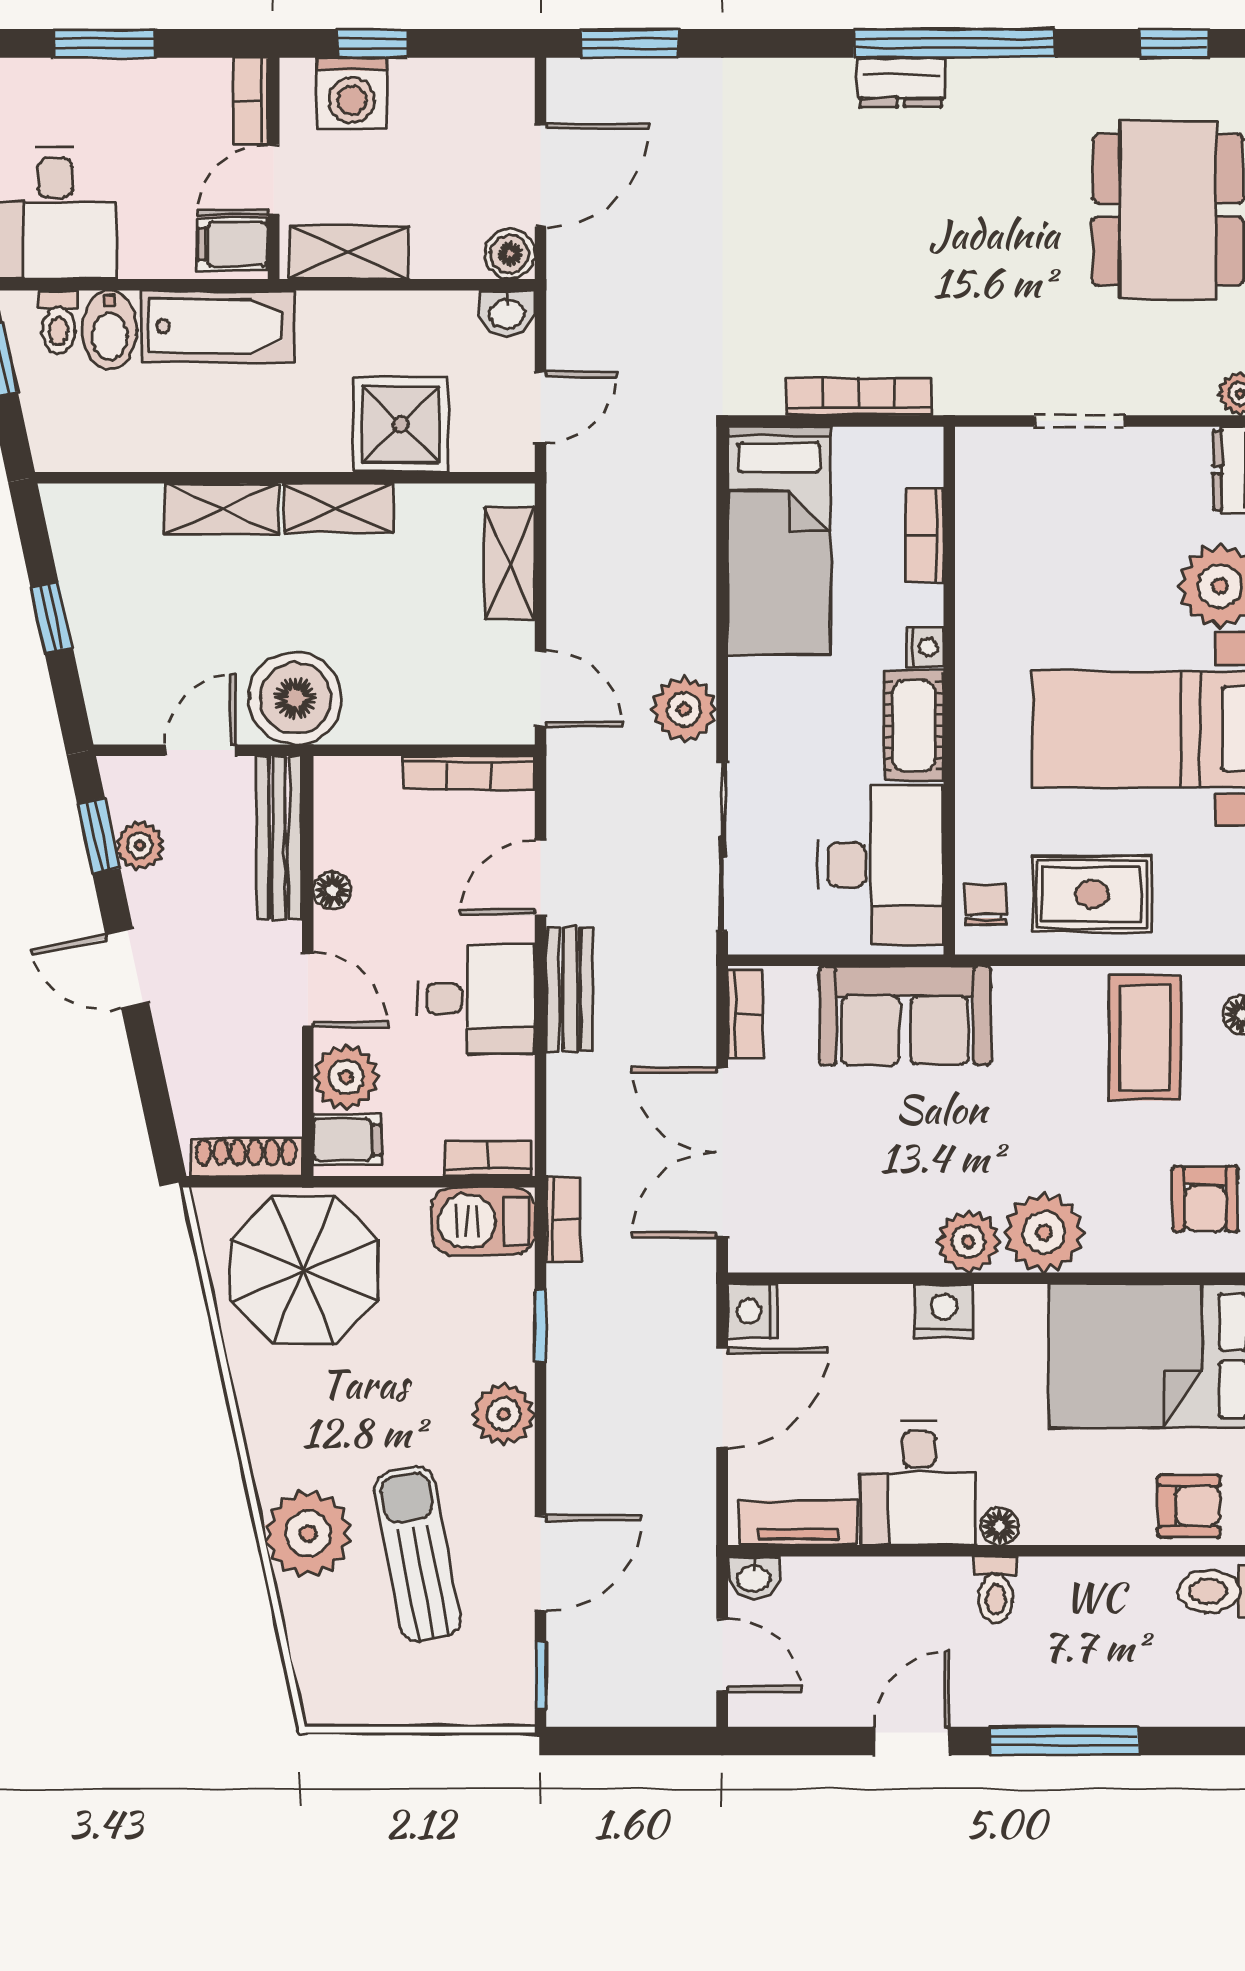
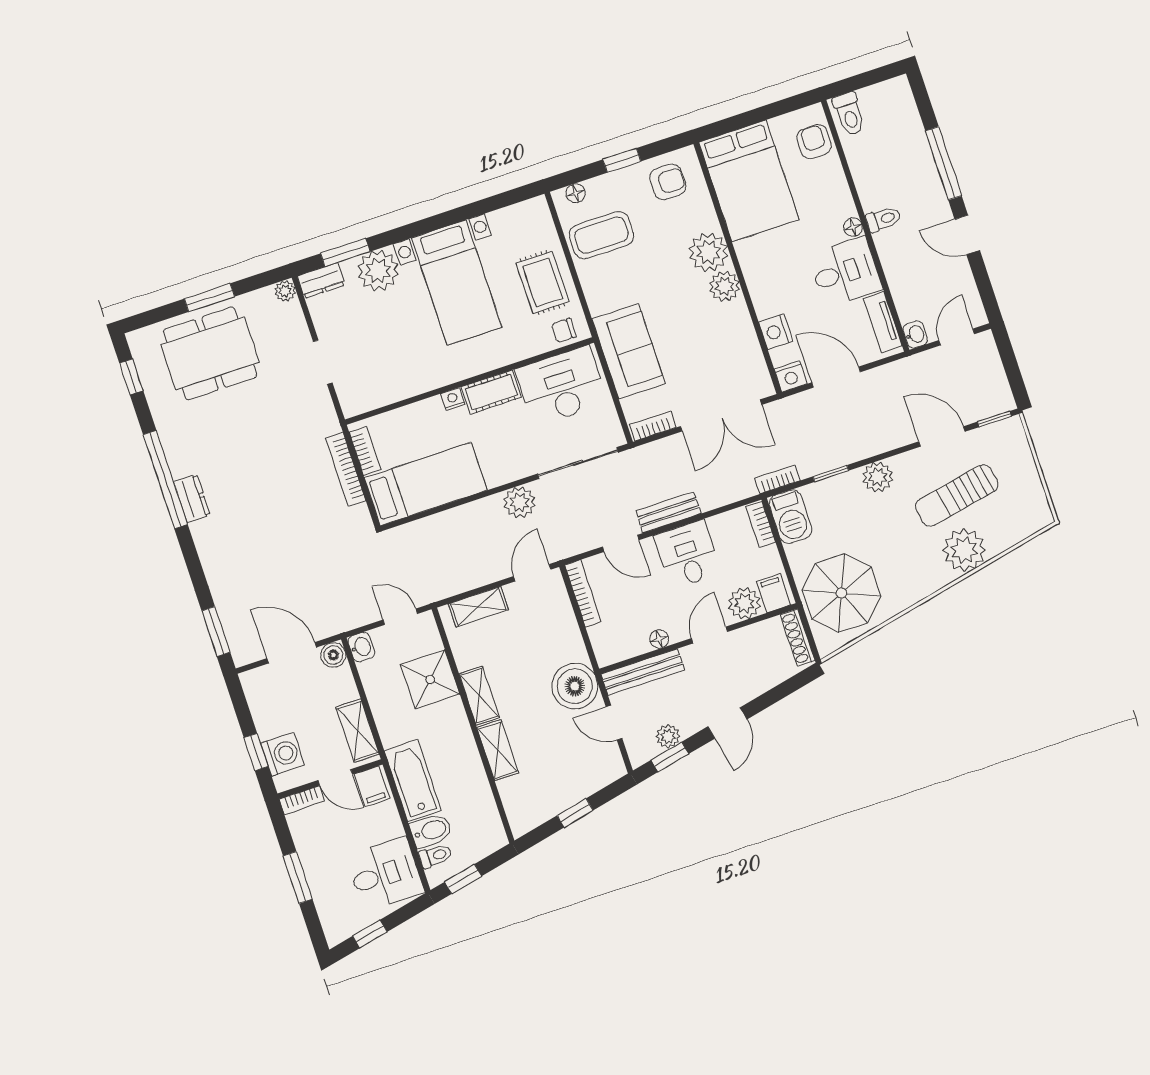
bookcase: (925, 535) -> (365, 451), moved, turned -90
nightstand: (944, 1311) -> (776, 332), moved

